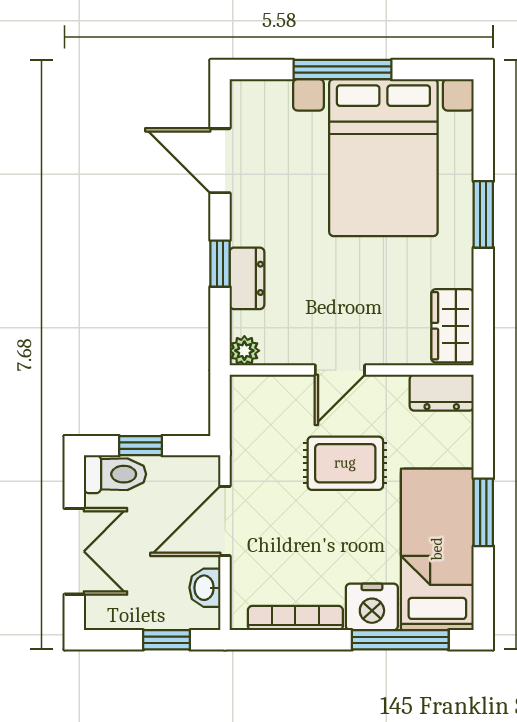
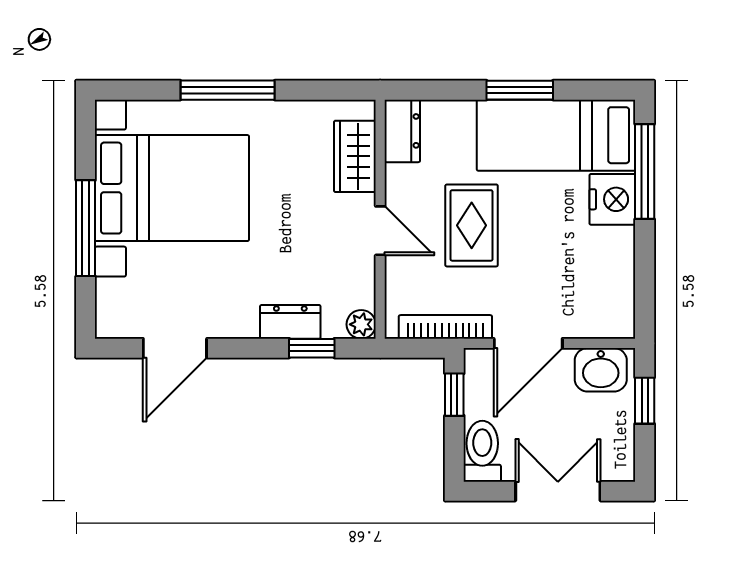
window: (483, 214) -> (228, 90), width x1.44
window: (220, 264) -> (312, 348), moved
wardrobe: (452, 326) -> (355, 156), moved, turned 90
window: (141, 446) -> (454, 395), moved
door: (225, 521) -> (528, 343), hinge flipped
washbasin: (205, 588) -> (601, 370), width x1.38, depth x1.45
bookcase: (295, 618) -> (445, 327), moved, turned 90

